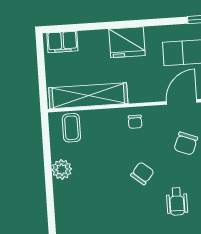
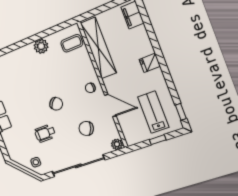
fridge: (127, 42) -> (150, 63), width x0.53, depth x0.75
door: (182, 102) -> (110, 105), moved

